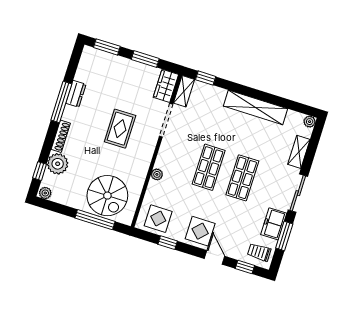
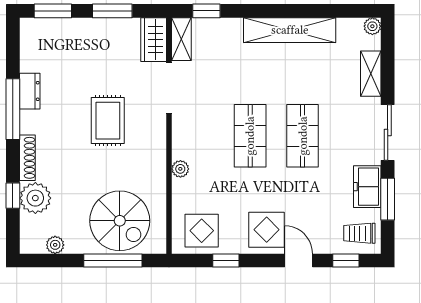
window: (40, 171) -> (13, 196), moved
plant: (45, 193) -> (55, 245), moved

